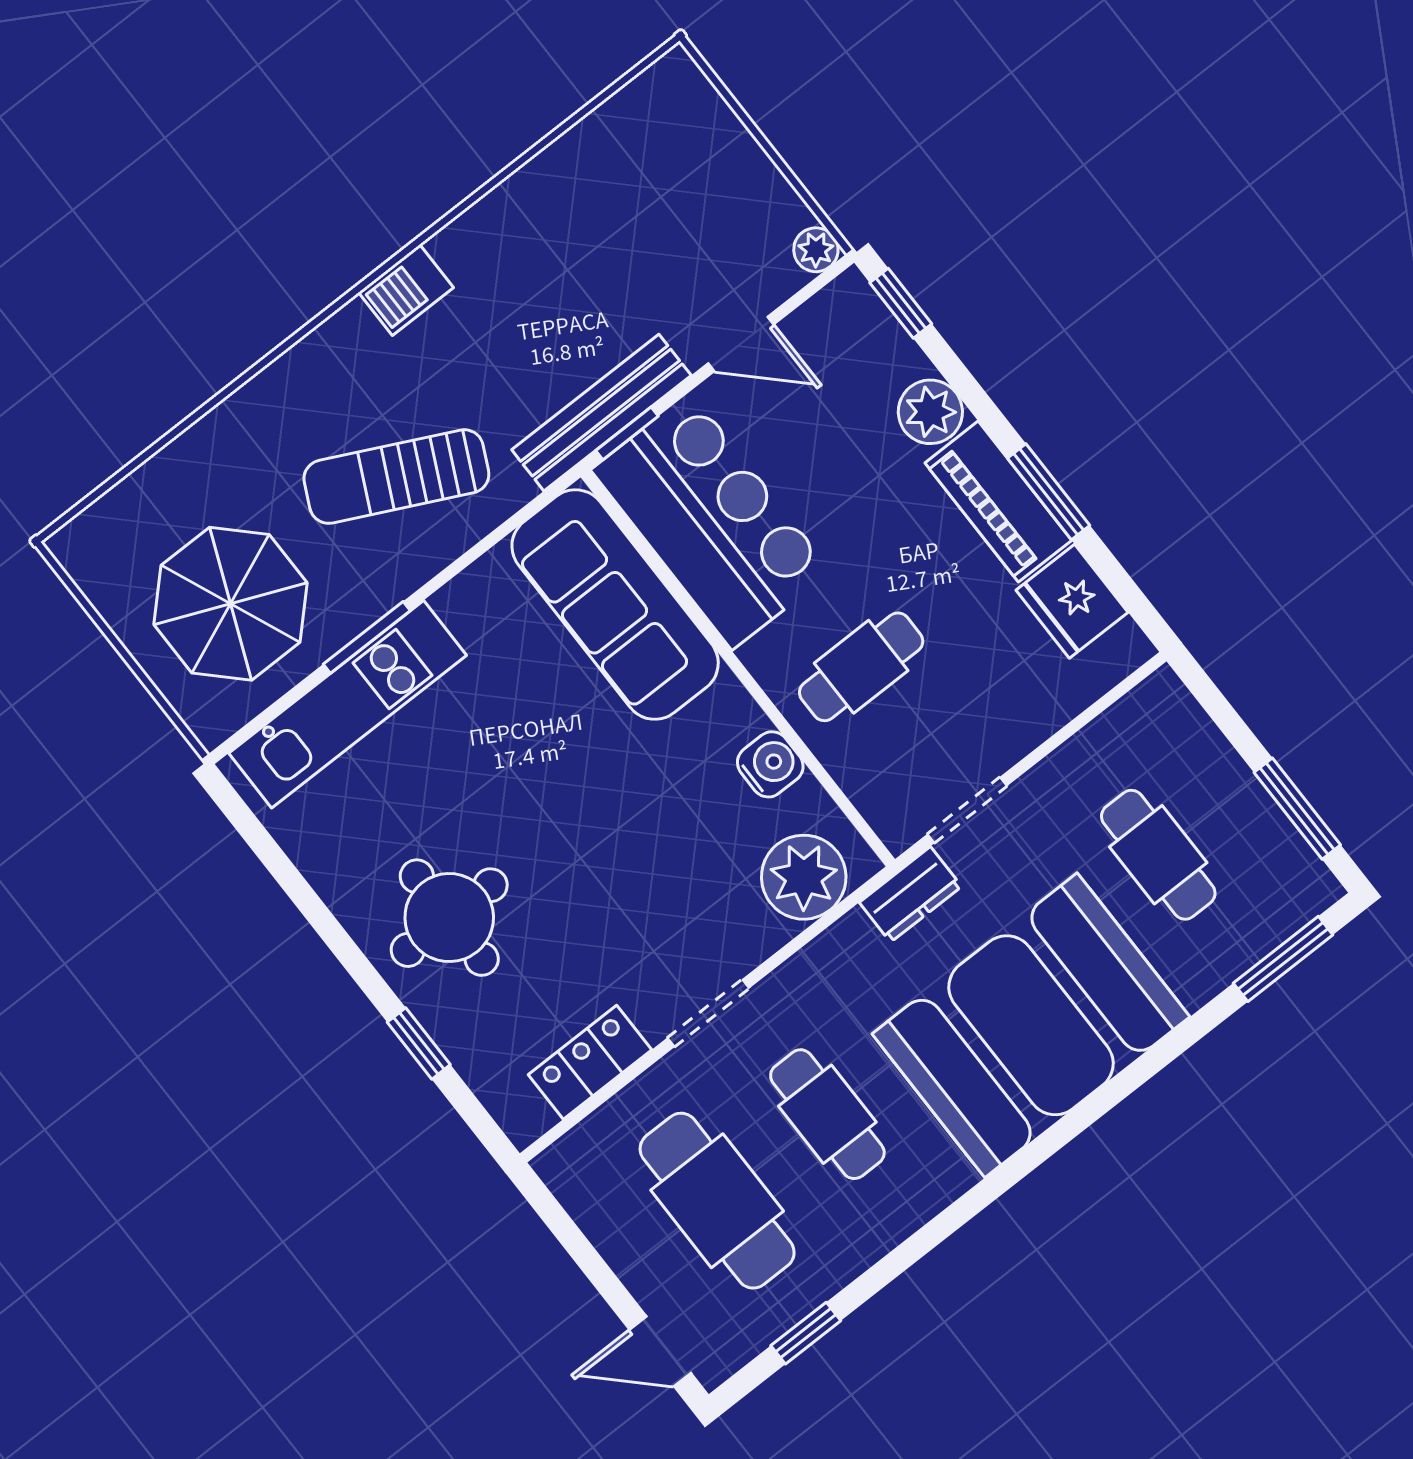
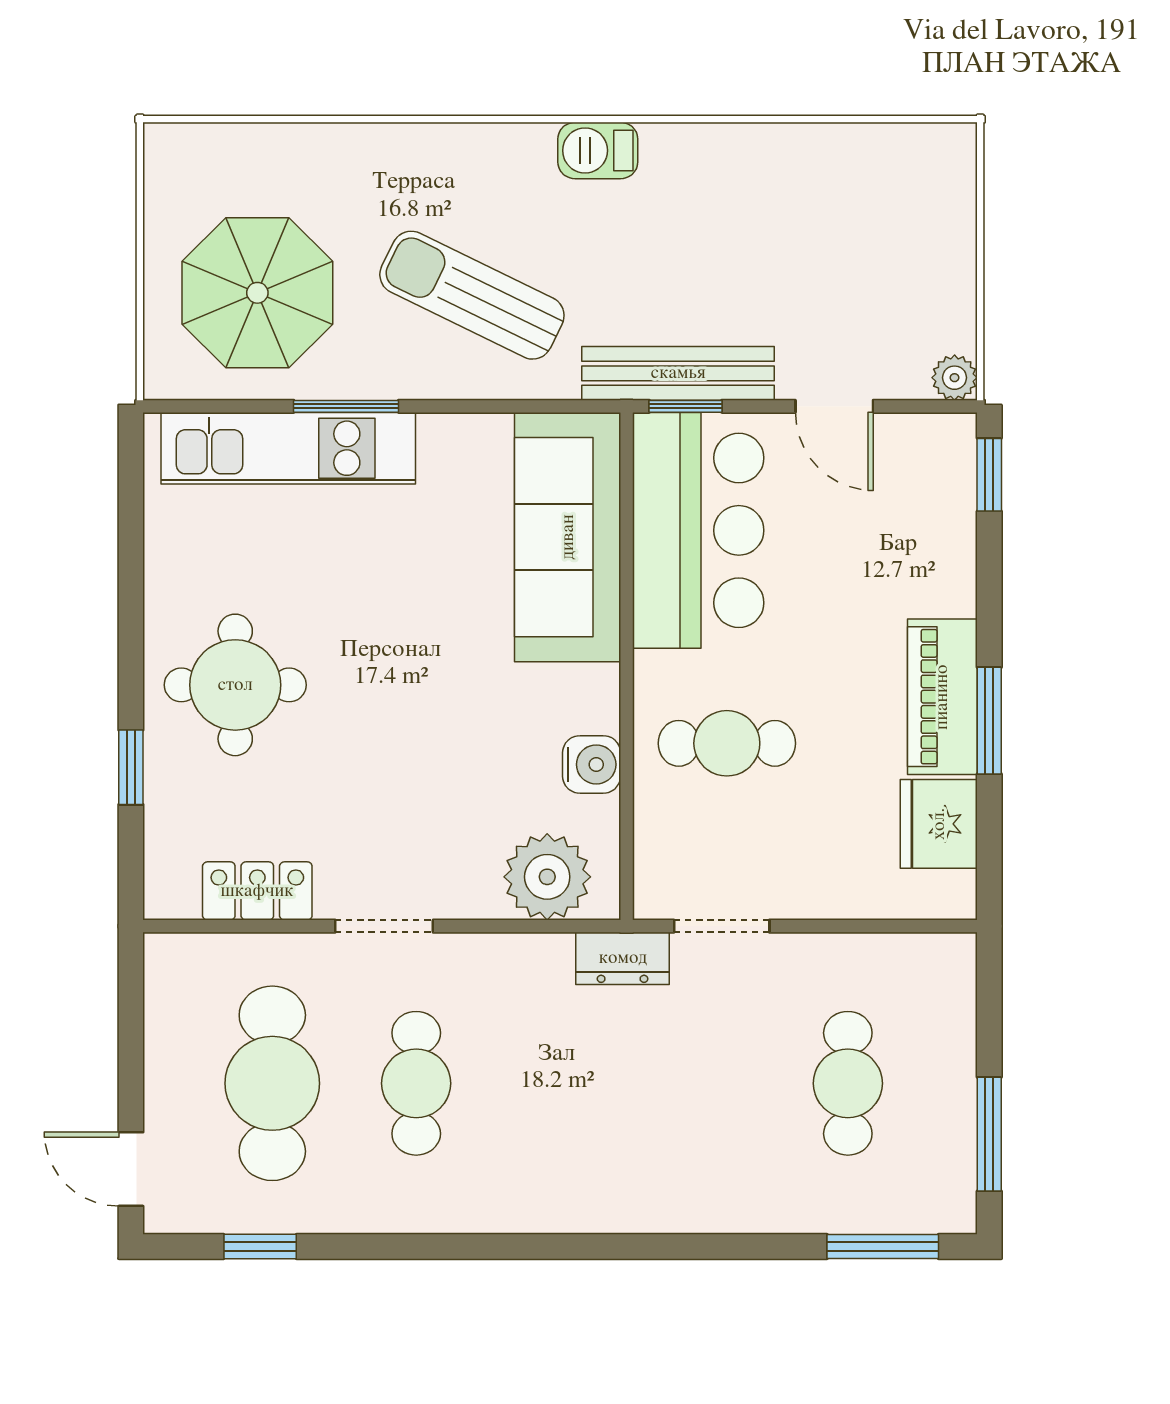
plant: (930, 412) -> (944, 581), removed
booth: (1031, 1025) -> (637, 1140), removed

